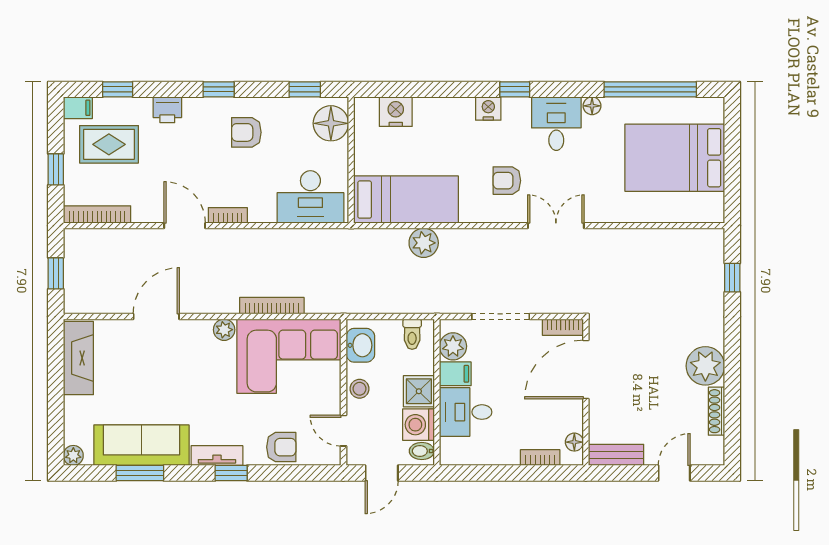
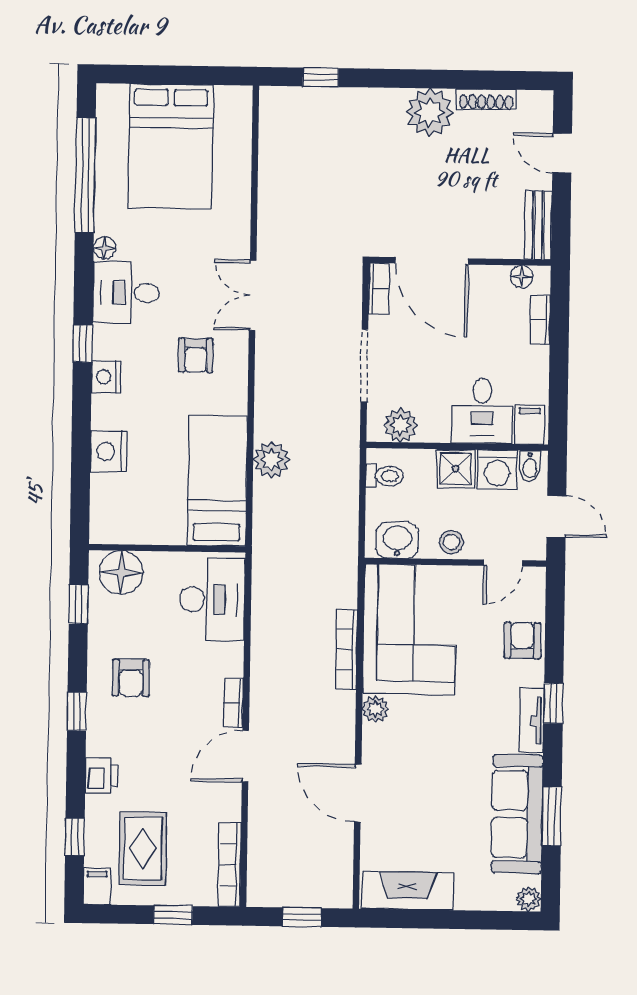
nightstand: (396, 112) -> (109, 451), moved
filing cabinet: (455, 374) -> (530, 425), moved

